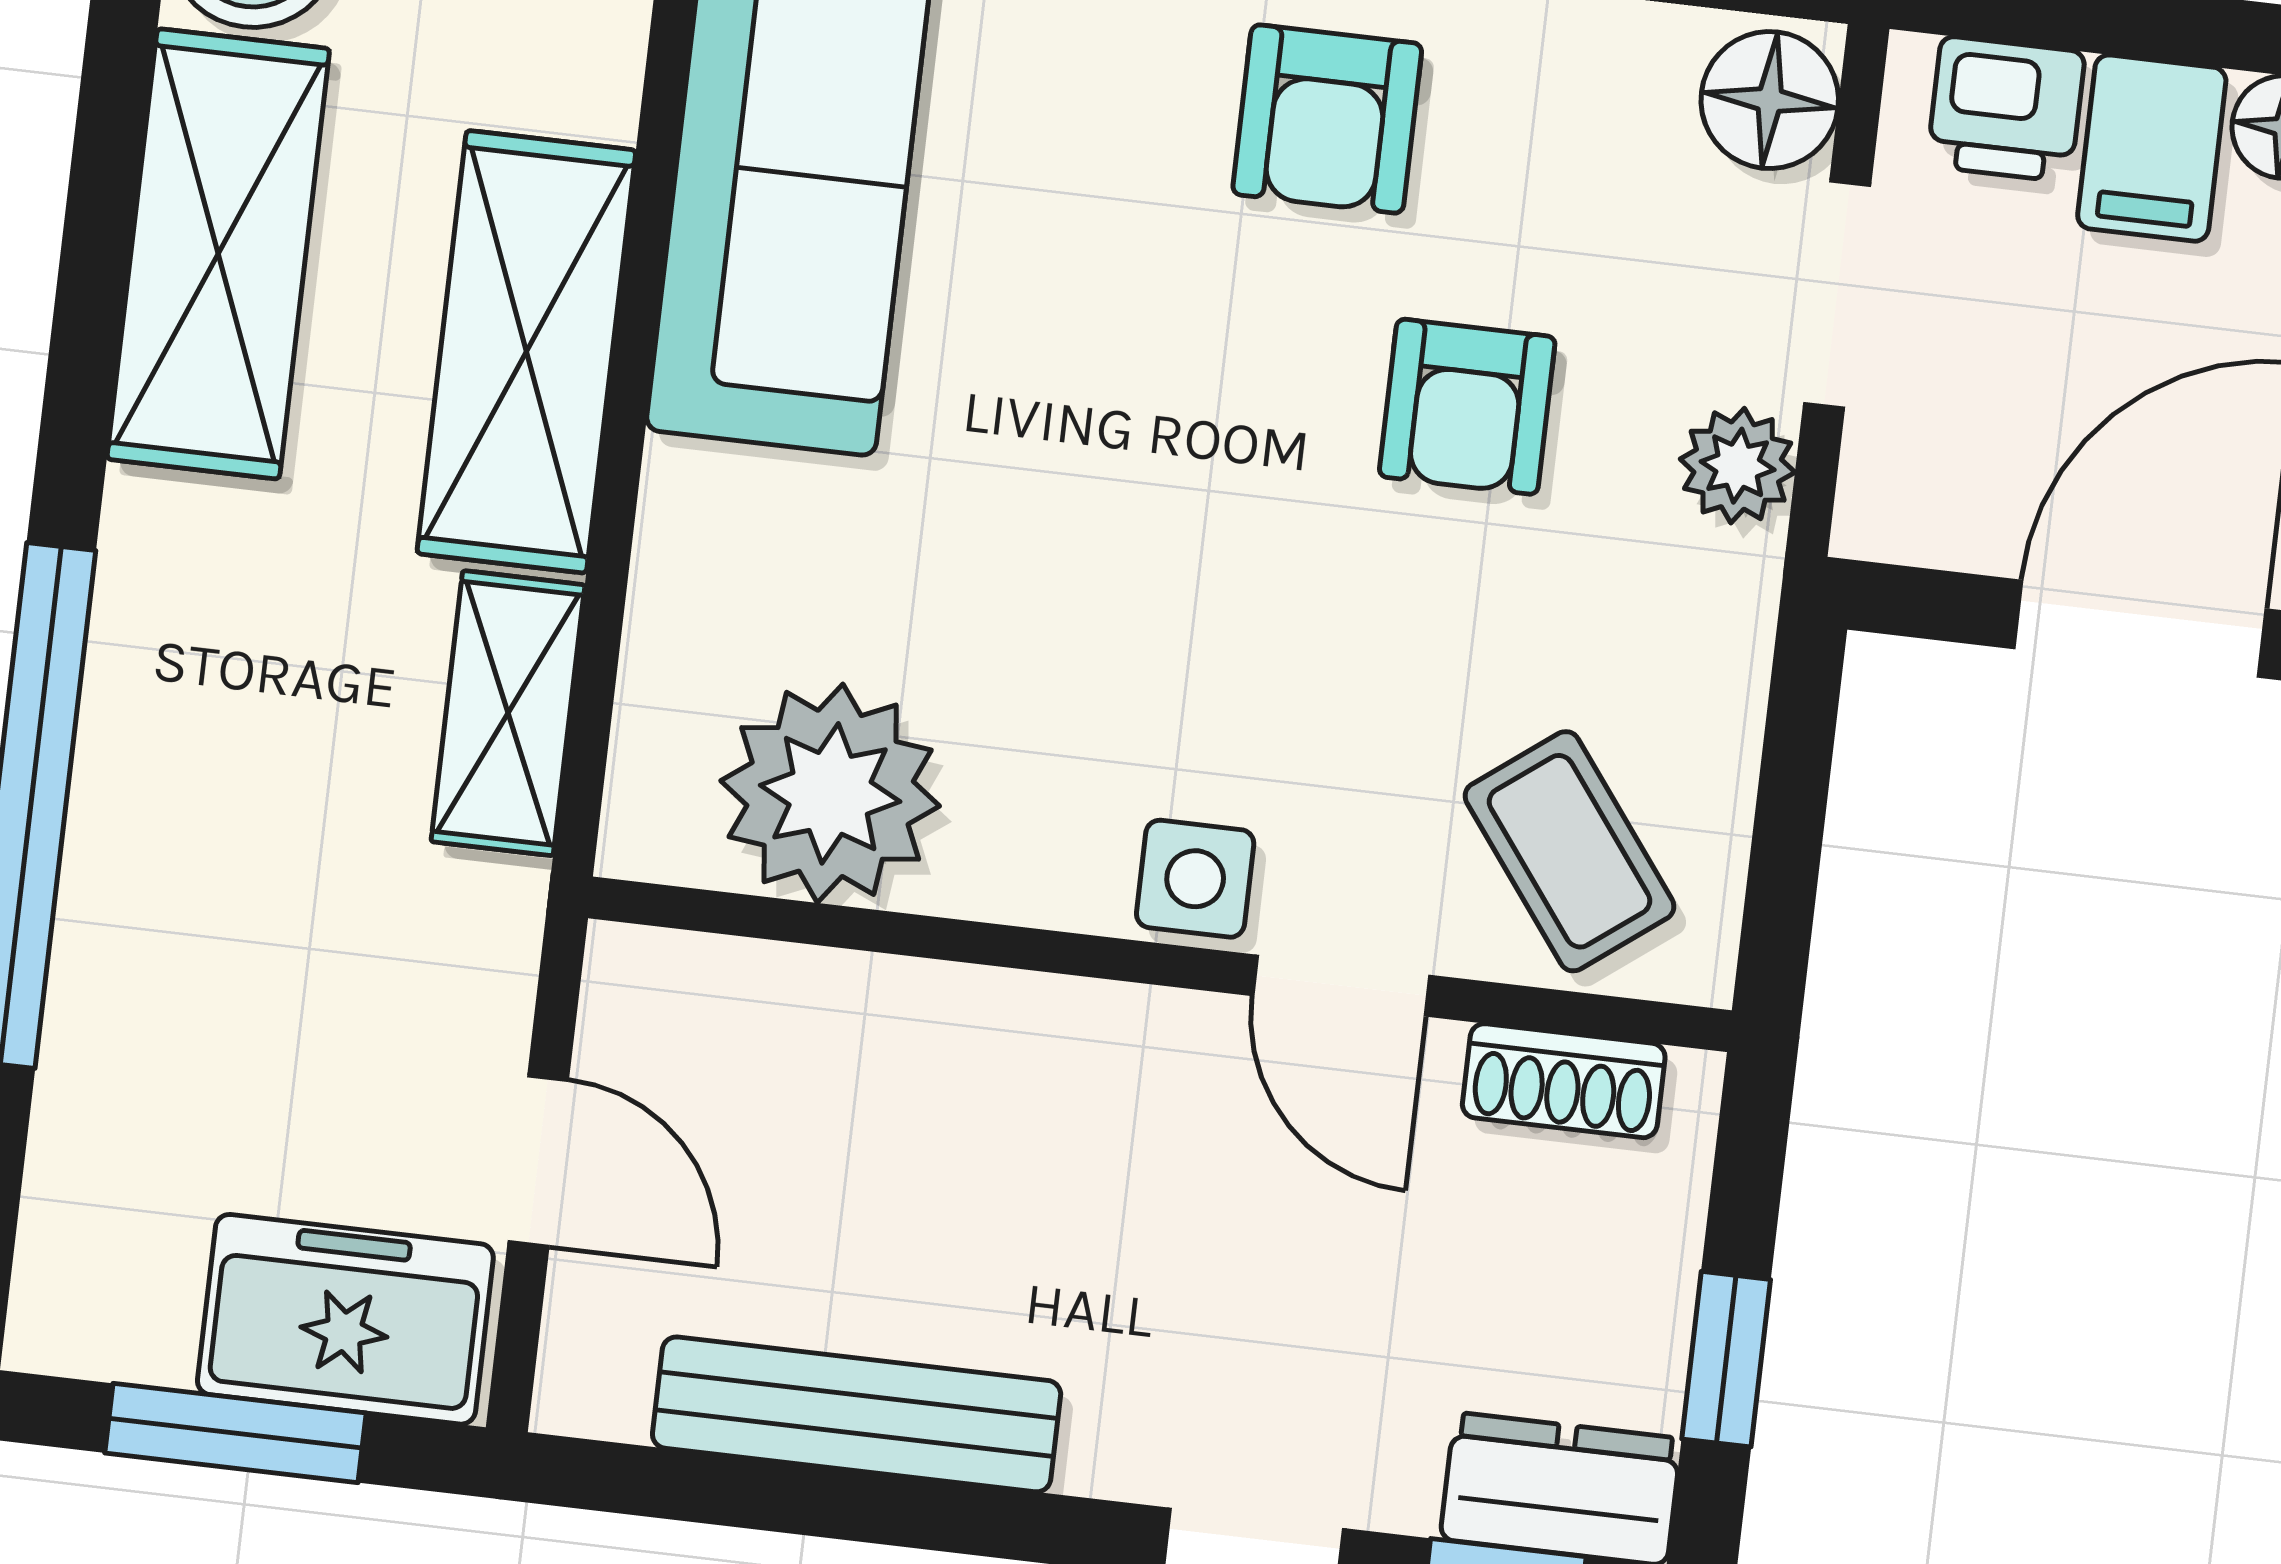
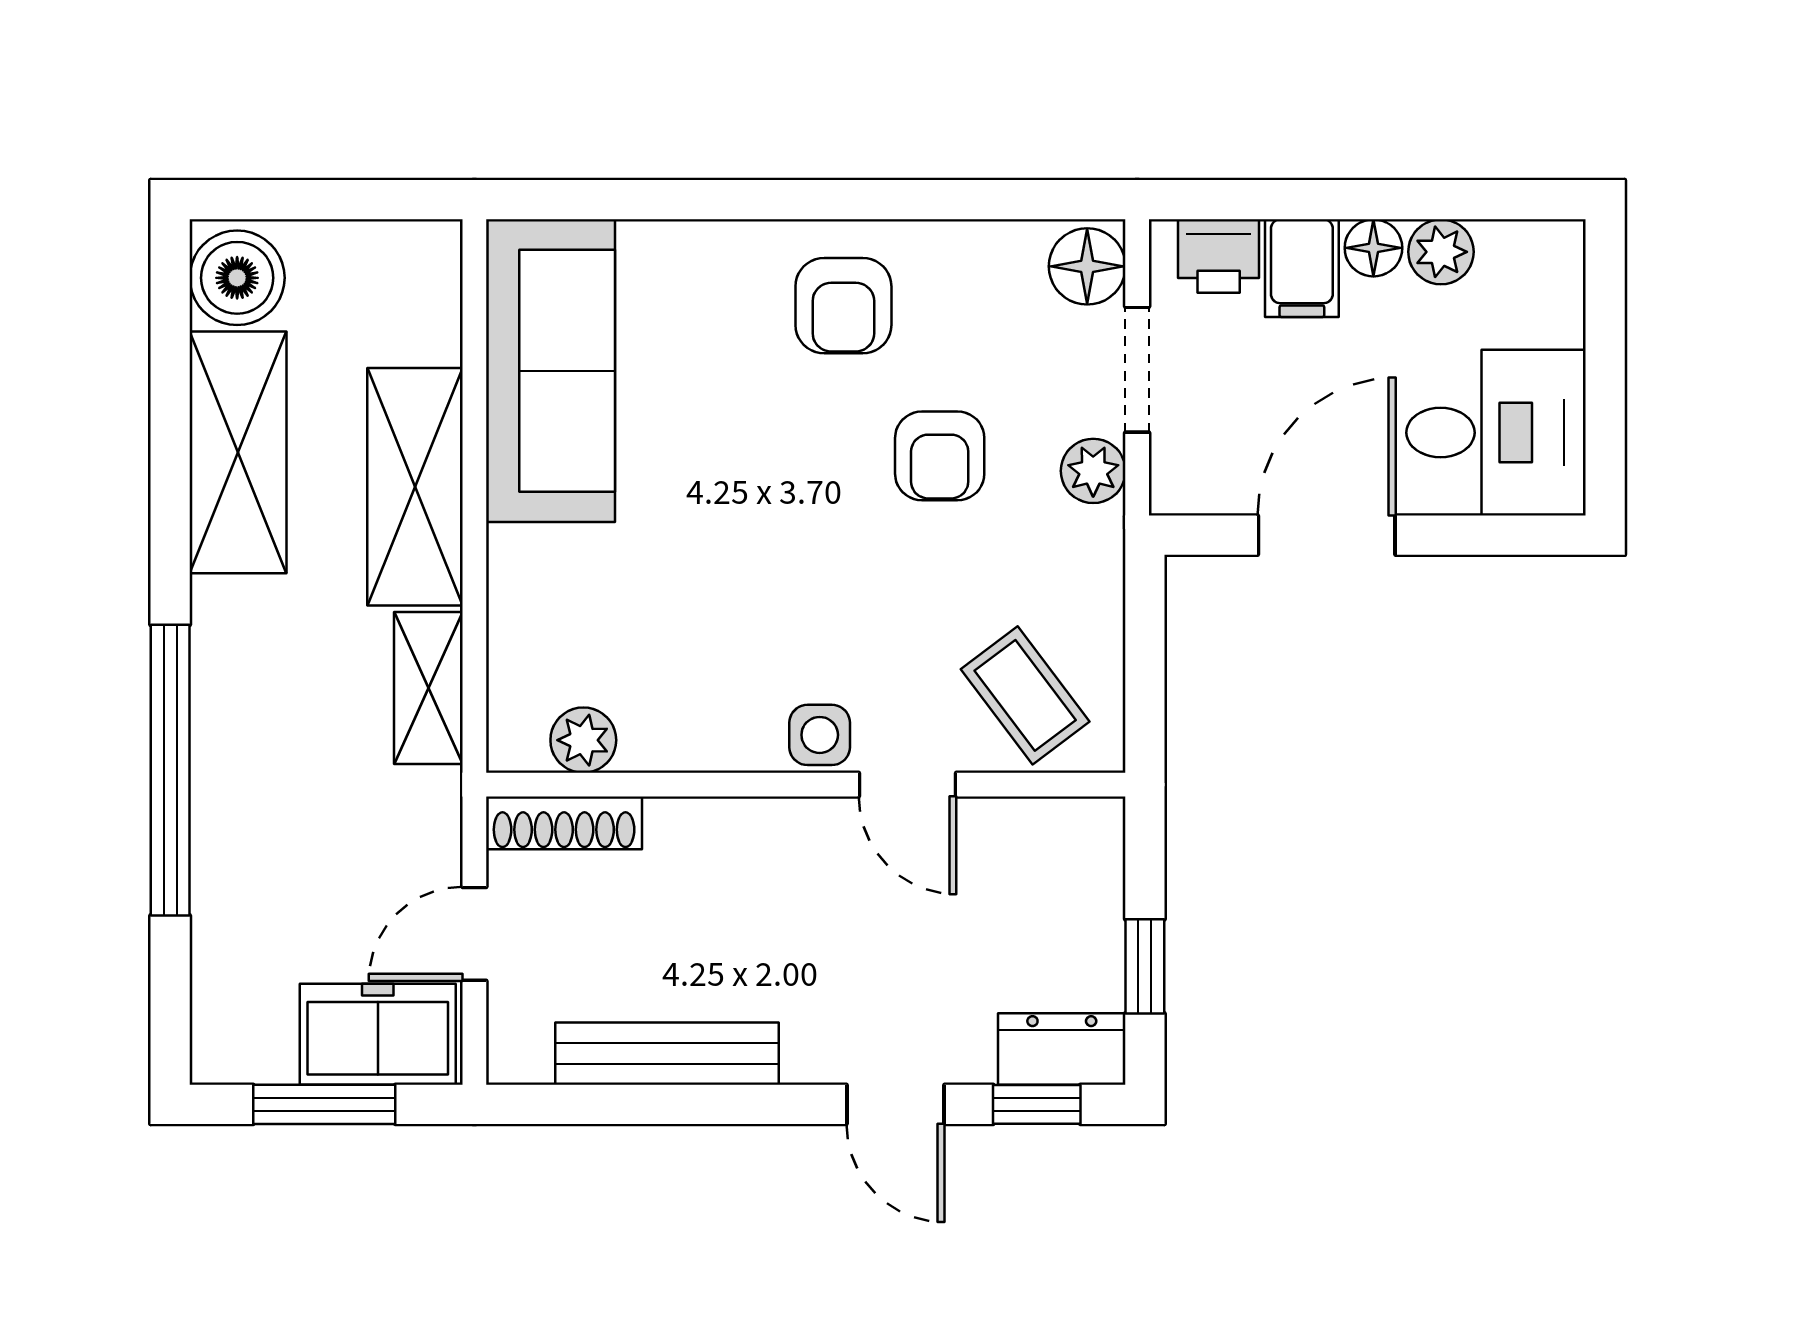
plant: (830, 793) -> (583, 740), width x0.53, depth x0.53
shoe rack: (1564, 1081) -> (564, 823), moved, width x1.43
door: (538, 1161) -> (474, 934), swing flipped

